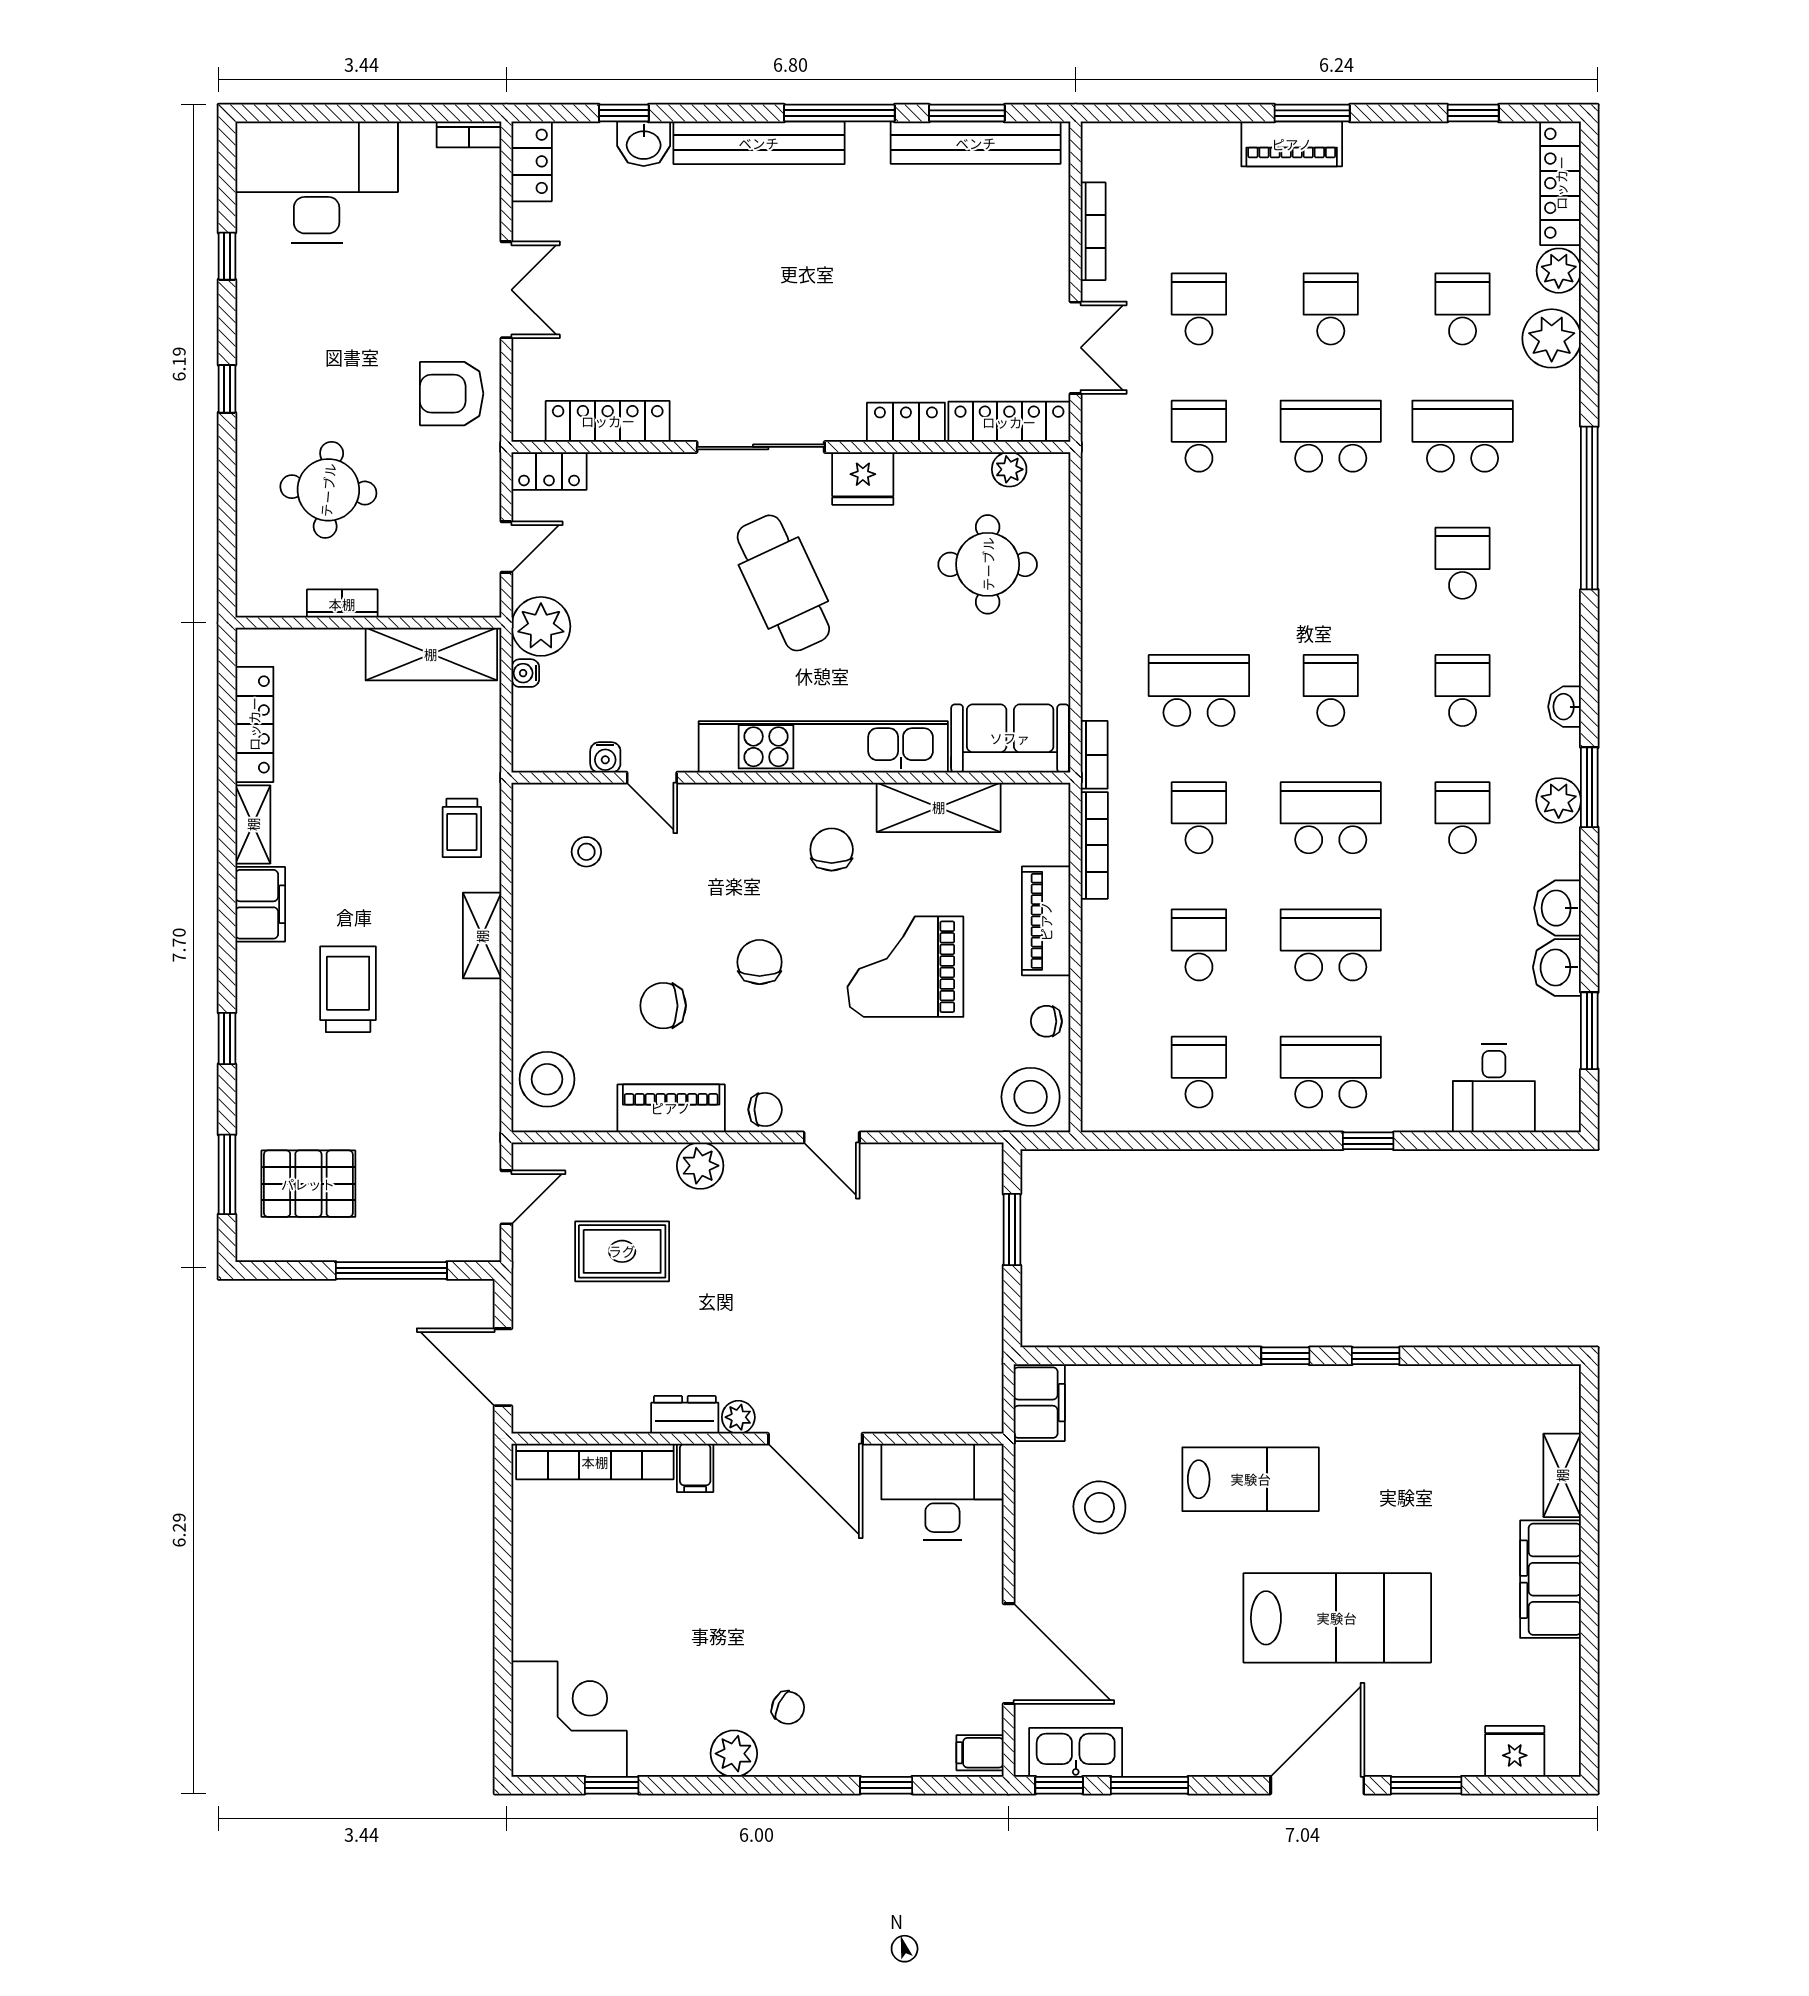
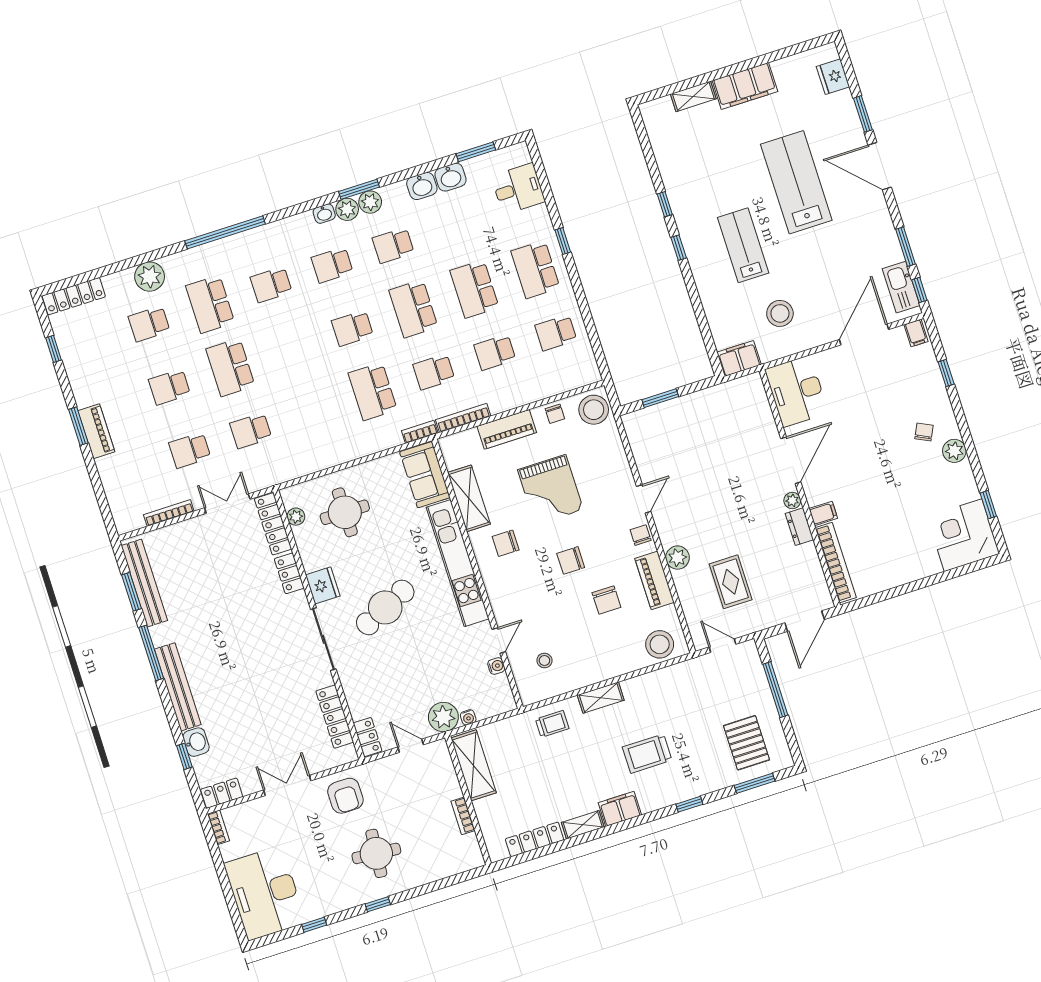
plant: (1559, 271) -> (347, 209), moved
round table: (328, 490) -> (376, 853), moved

